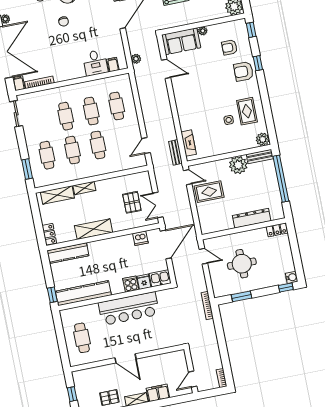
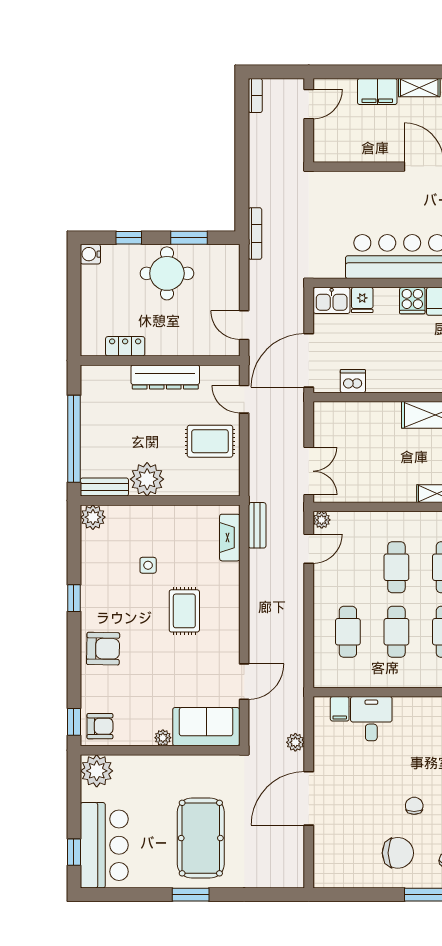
armchair: (229, 47) -> (100, 726), moved
plant: (136, 59) -> (295, 742), moved
window: (258, 63) -> (74, 598), moved
door: (166, 69) -> (244, 682), swing flipped
rug: (247, 111) -> (184, 611), moved
plant: (142, 162) -> (322, 520), added
door: (188, 177) -> (244, 399), moved
pallet: (132, 202) -> (355, 450), removed
double door: (158, 205) -> (309, 471), moved
dresser: (252, 218) -> (165, 377), moved
locker: (277, 230) -> (125, 346), moved
round table: (242, 264) -> (167, 273), moved
cooker: (131, 284) -> (412, 301), moved
window: (286, 287) -> (129, 238), moved

